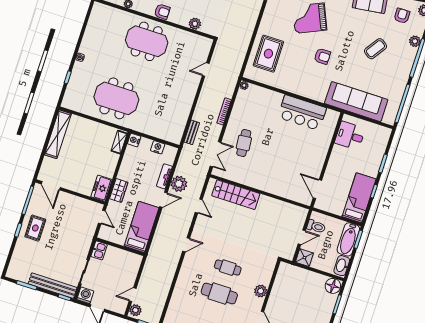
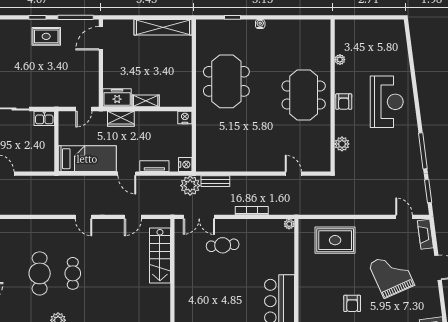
shelving: (119, 142) -> (146, 101), moved
nightstand: (158, 147) -> (185, 164), moved
plant: (179, 184) -> (190, 186), moved

